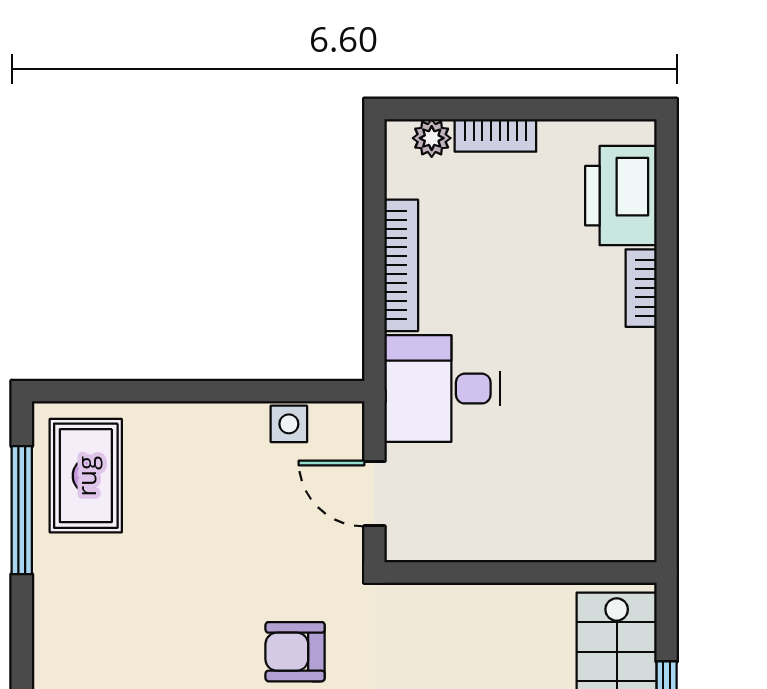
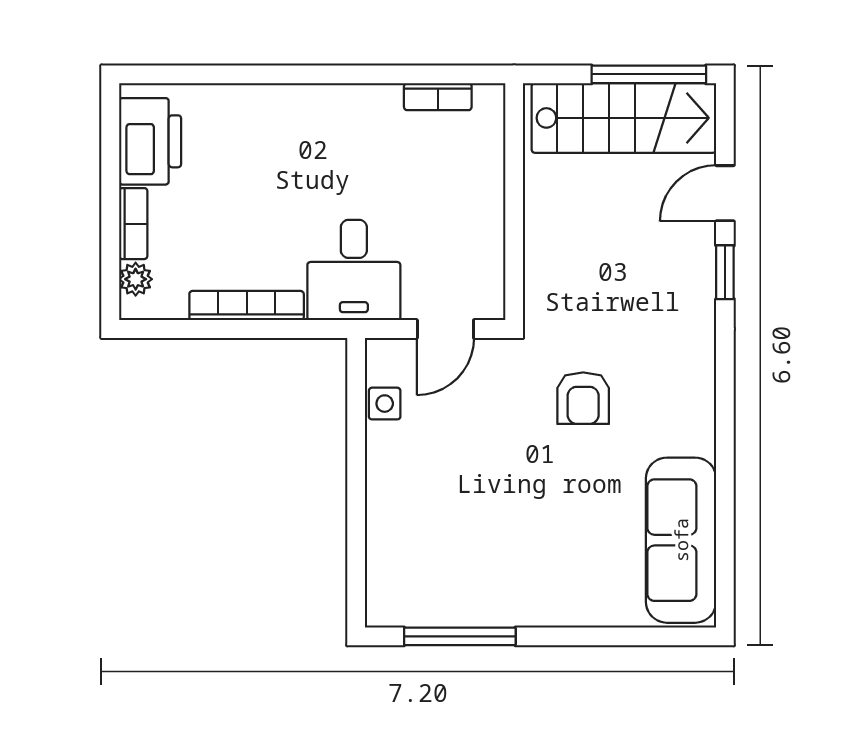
printer: (621, 196) -> (150, 141), moved, turned -90
bookcase: (641, 288) -> (438, 97), moved
rug: (86, 476) -> (430, 581), removed

